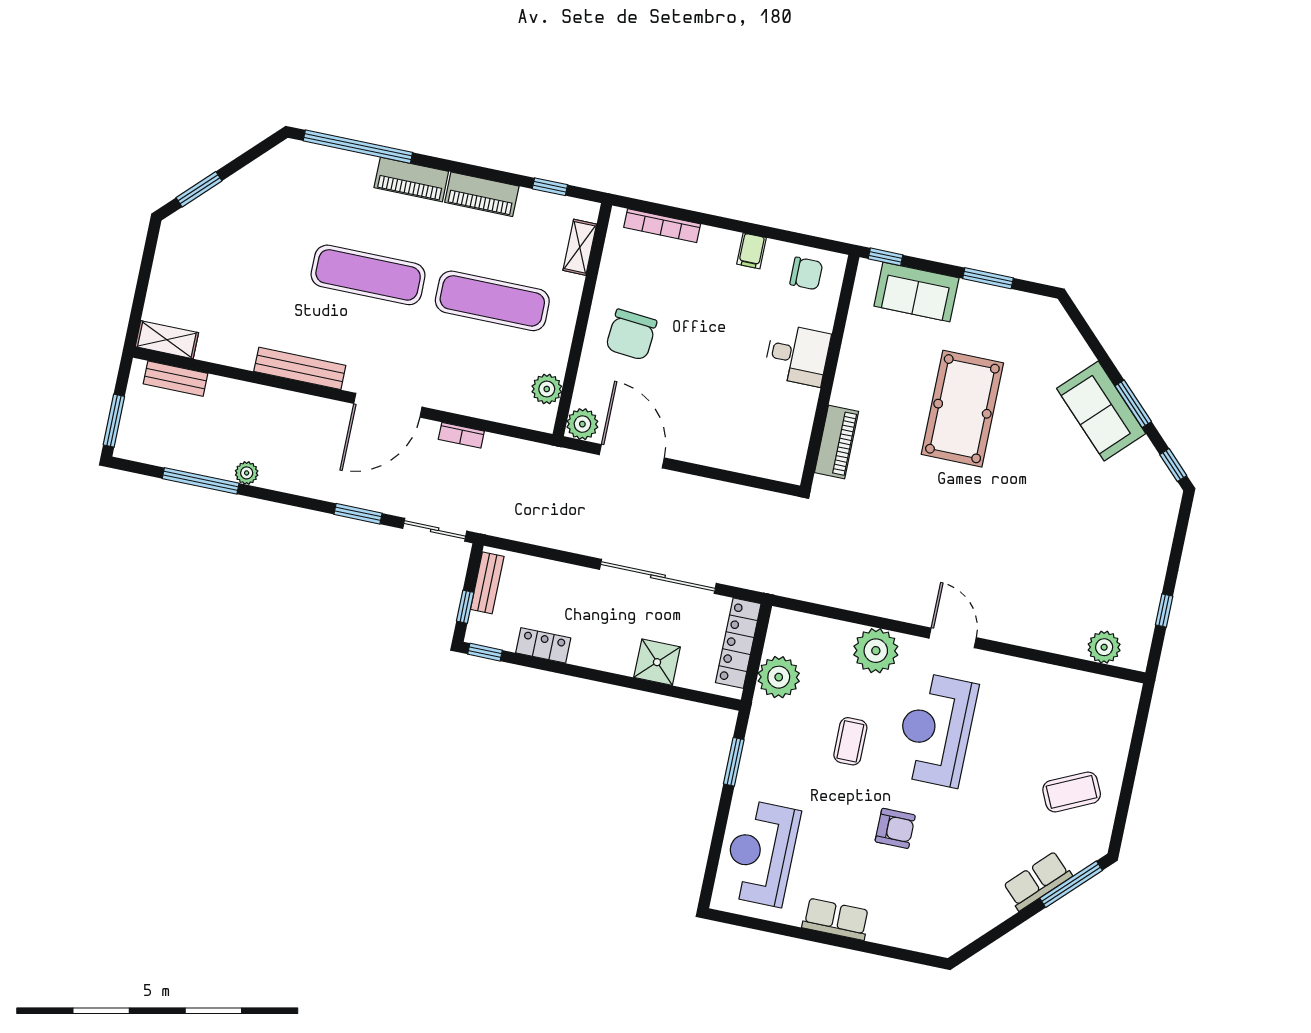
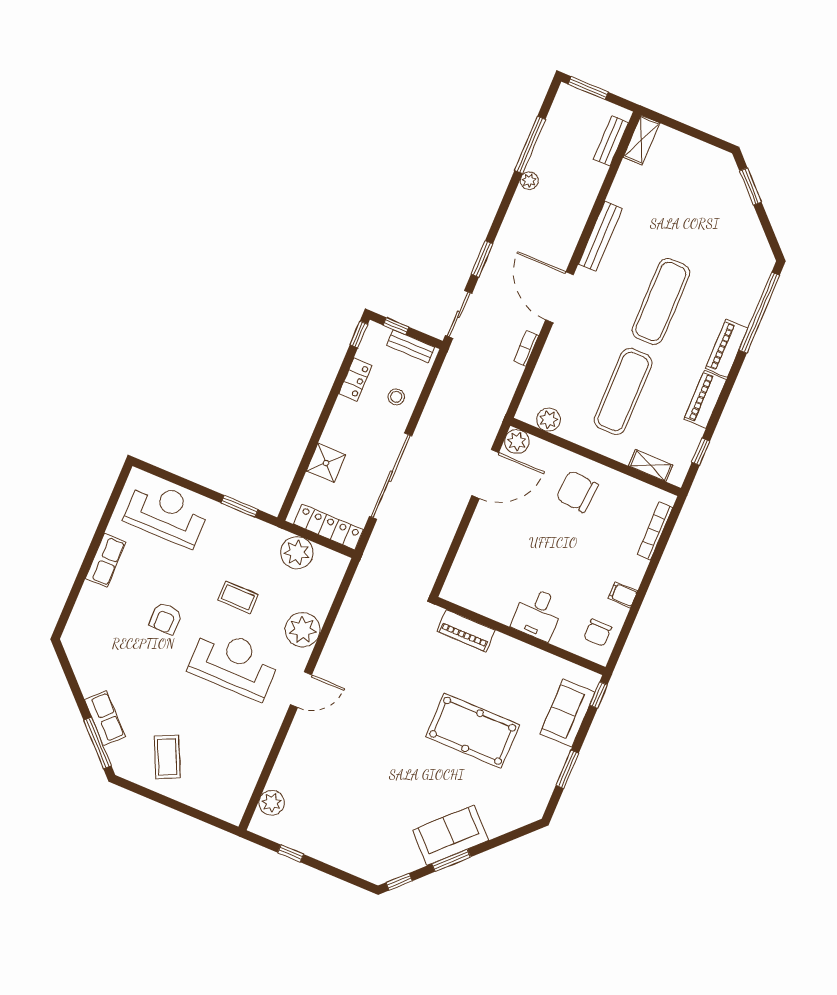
stool: (555, 589) -> (396, 397), added

